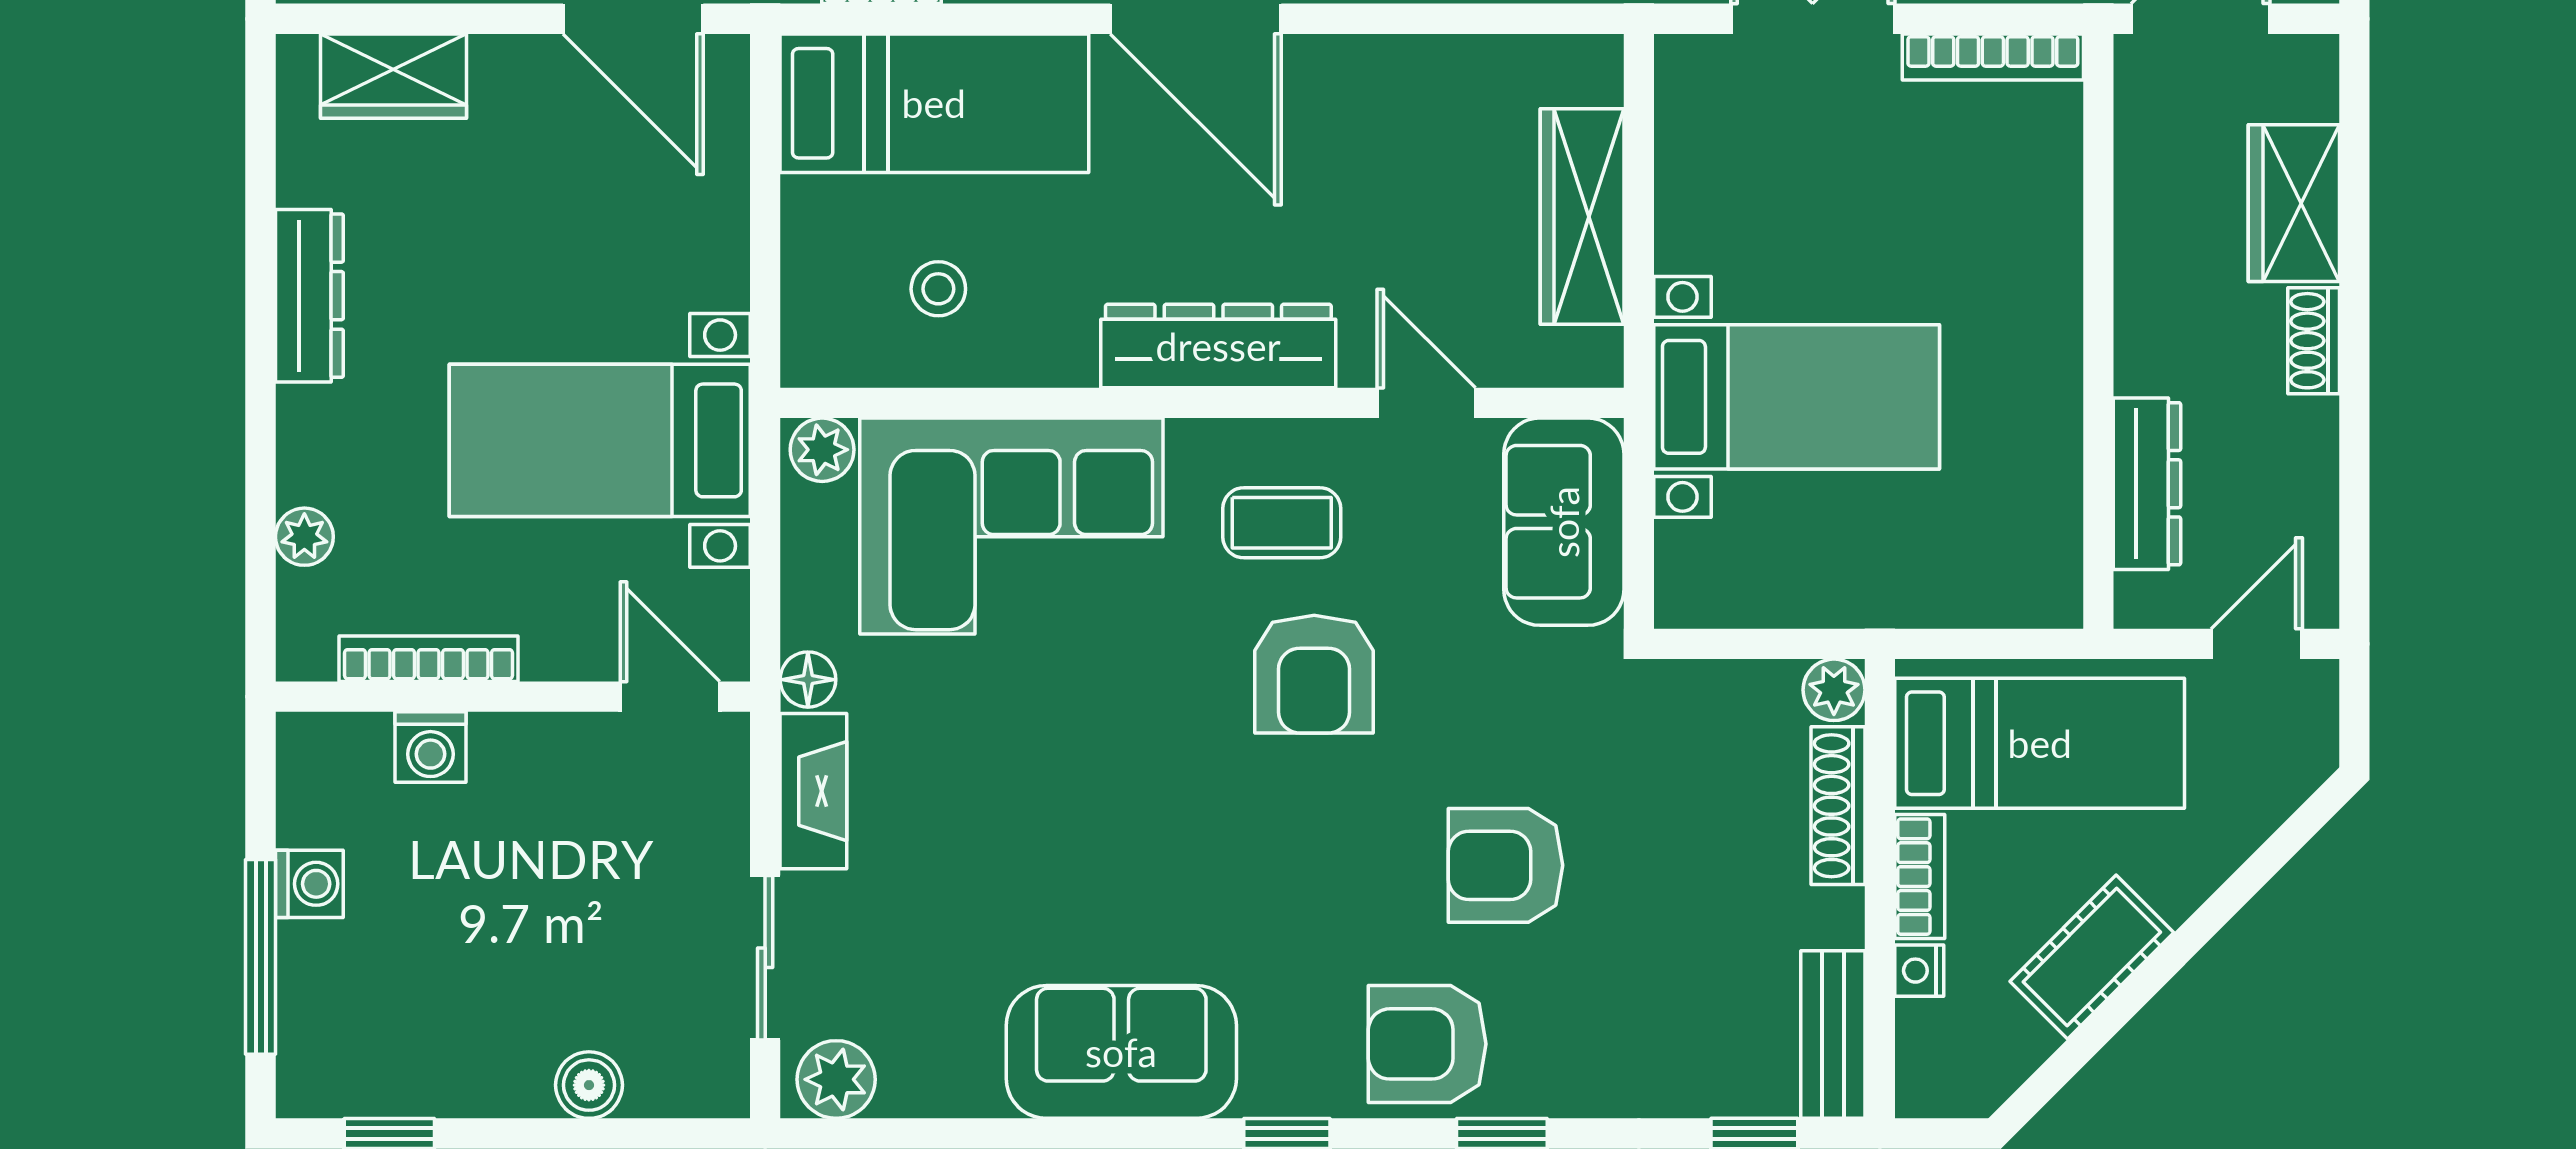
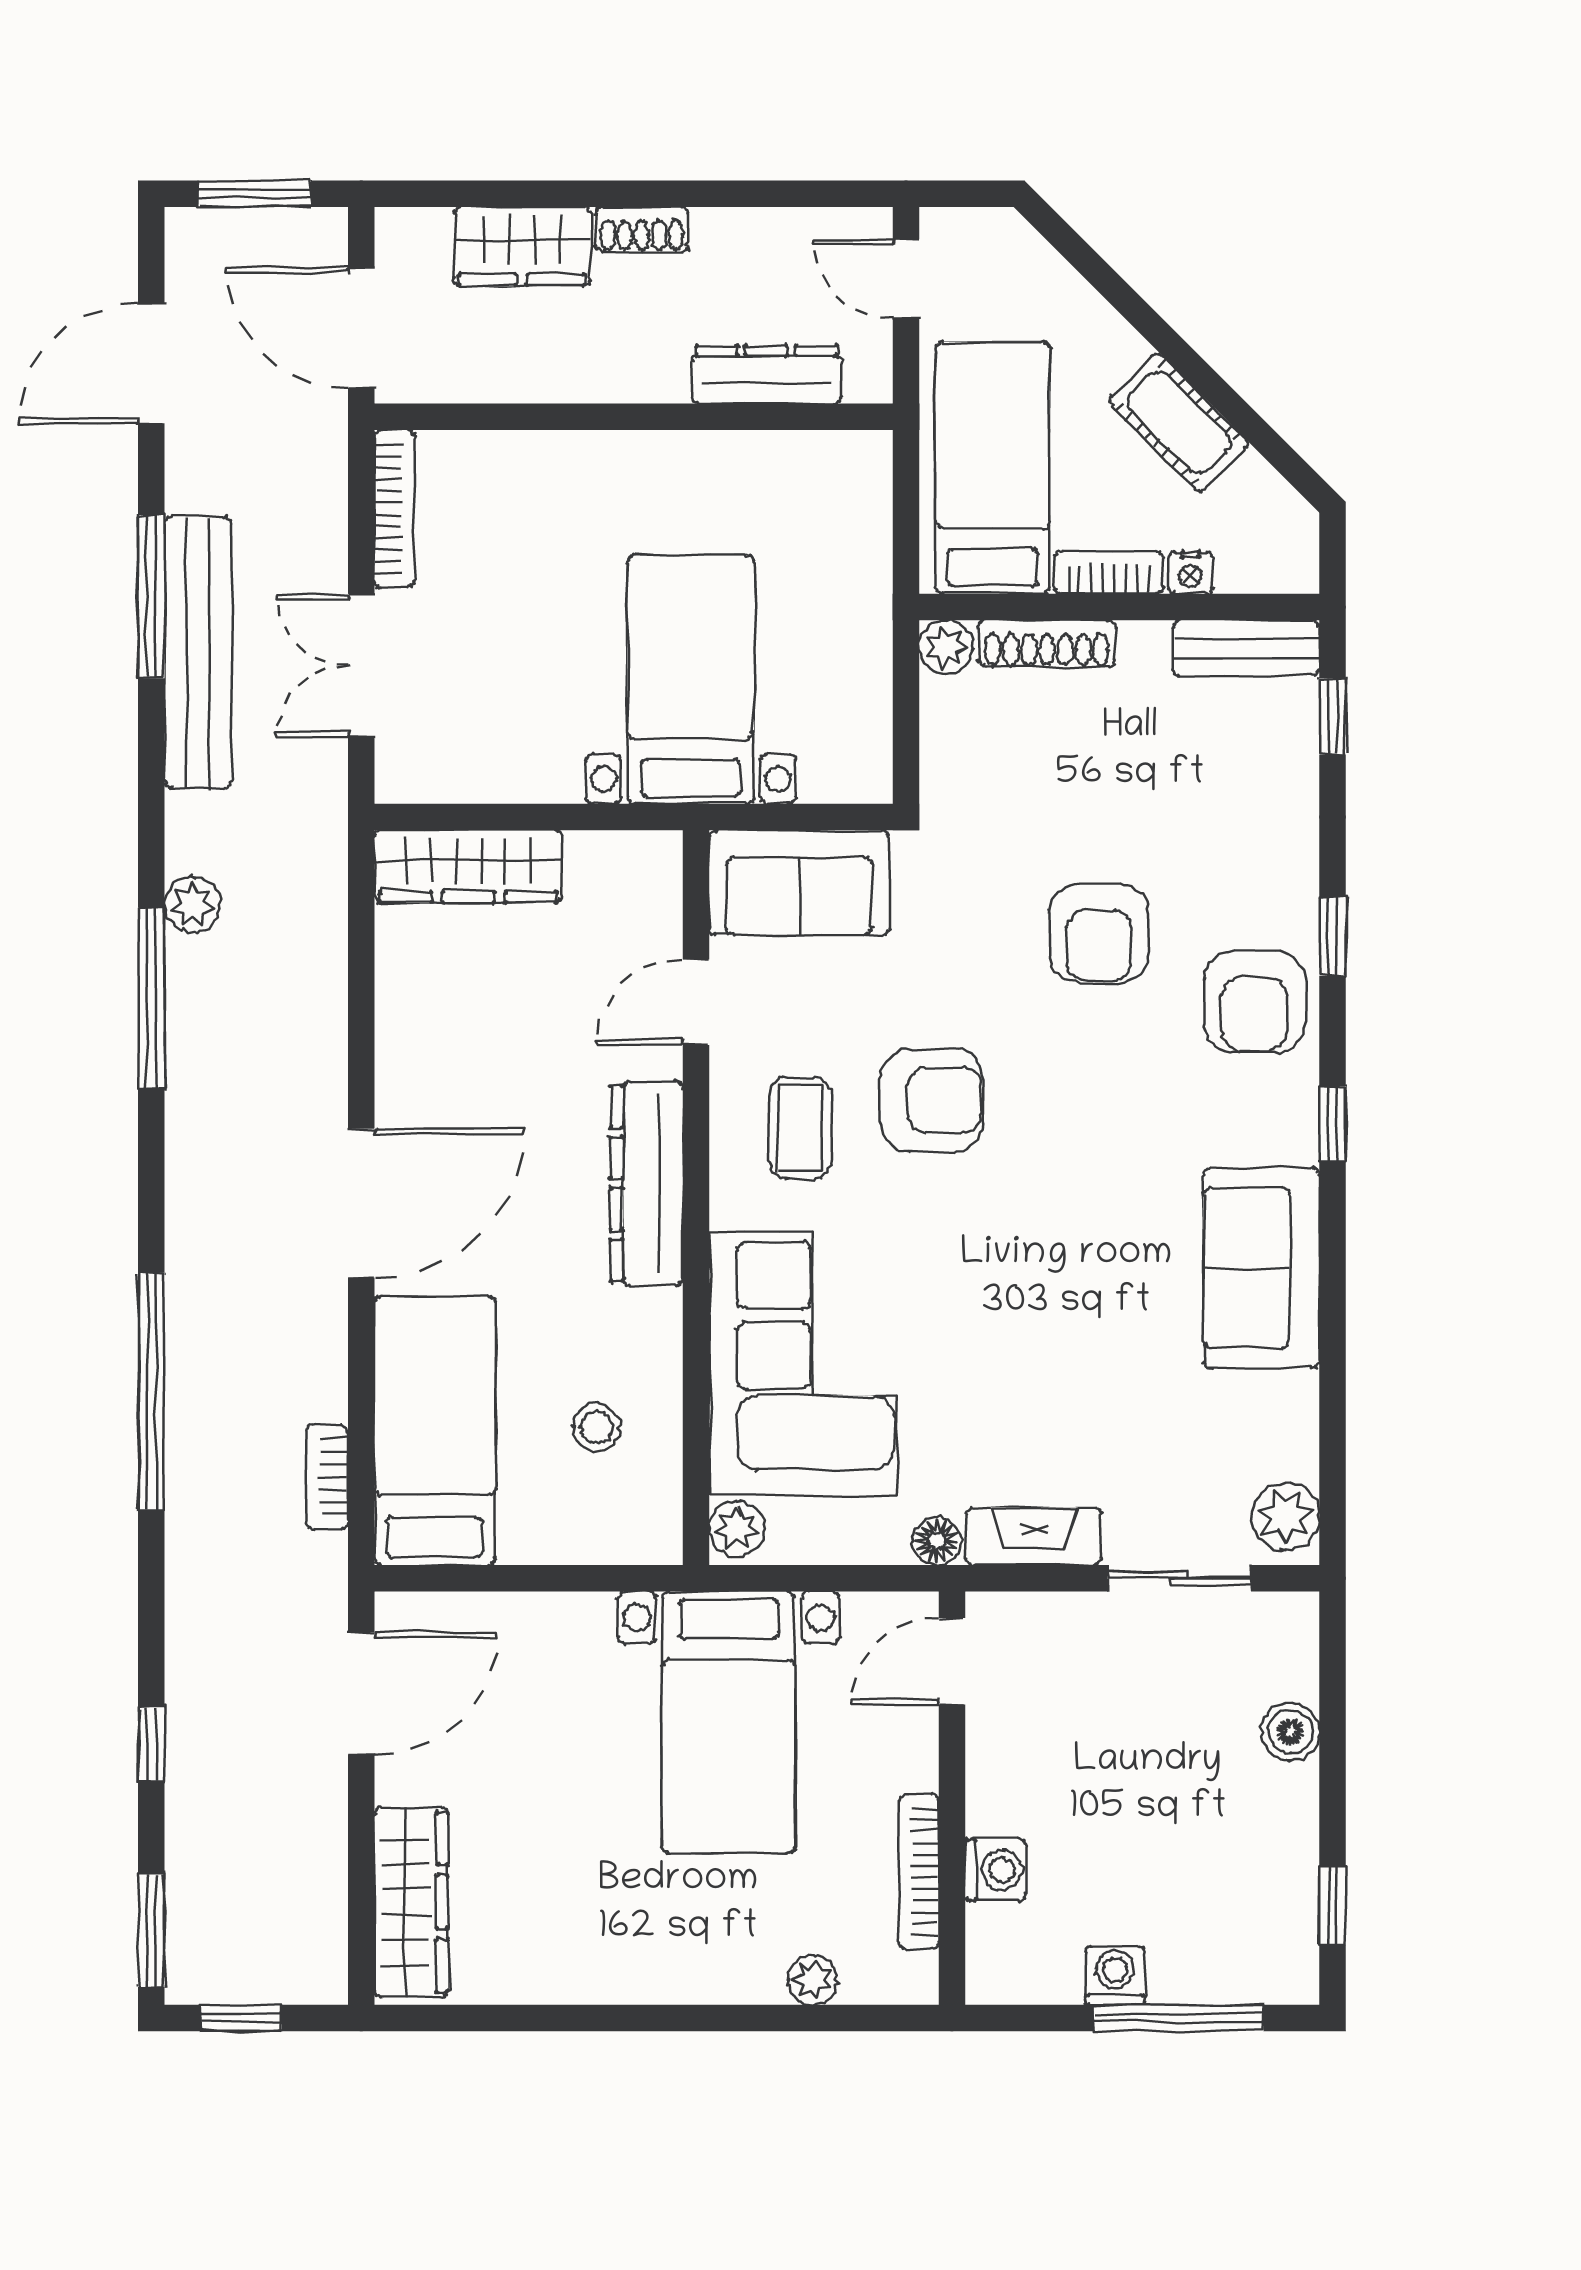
wardrobe: (393, 76) -> (411, 1902), width x1.50
wardrobe: (1582, 217) -> (468, 866), moved
dresser: (309, 296) -> (603, 1975), removed

